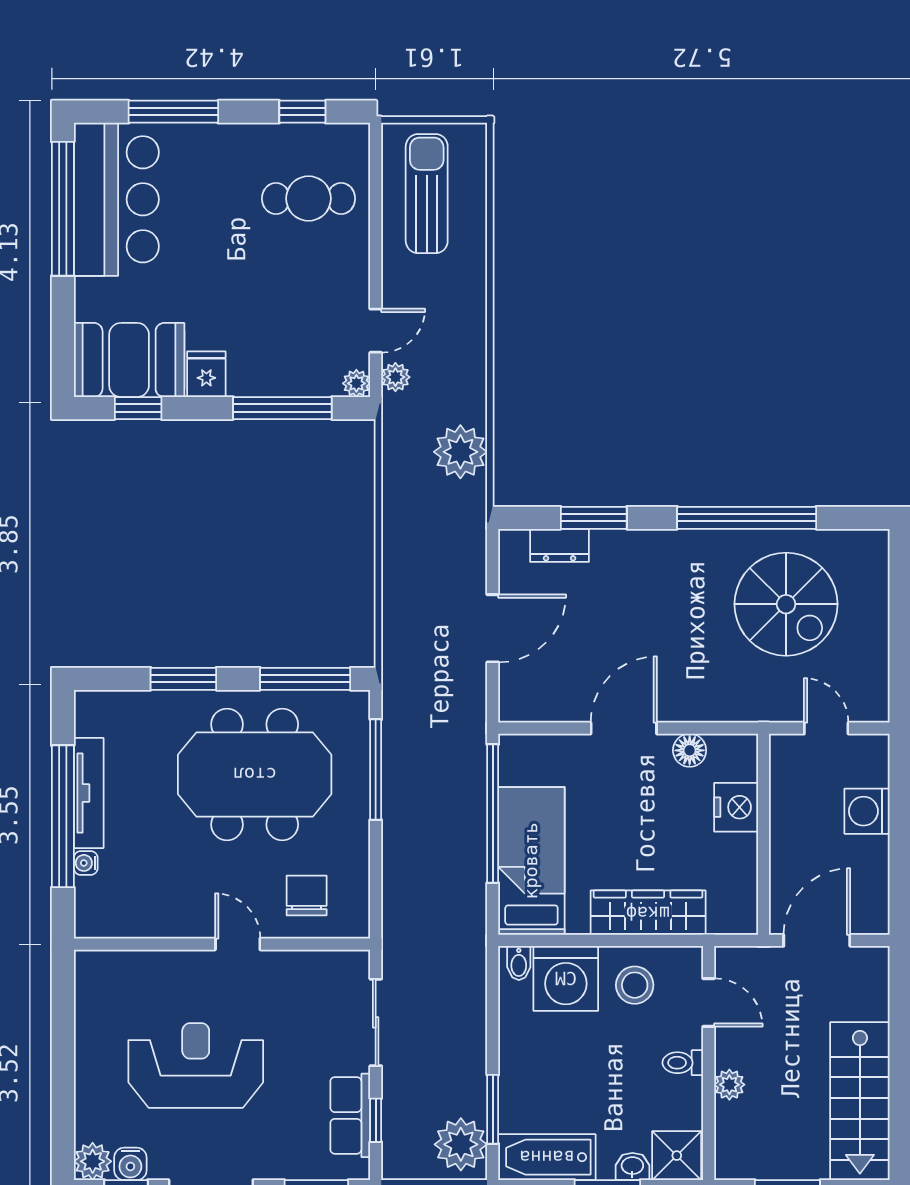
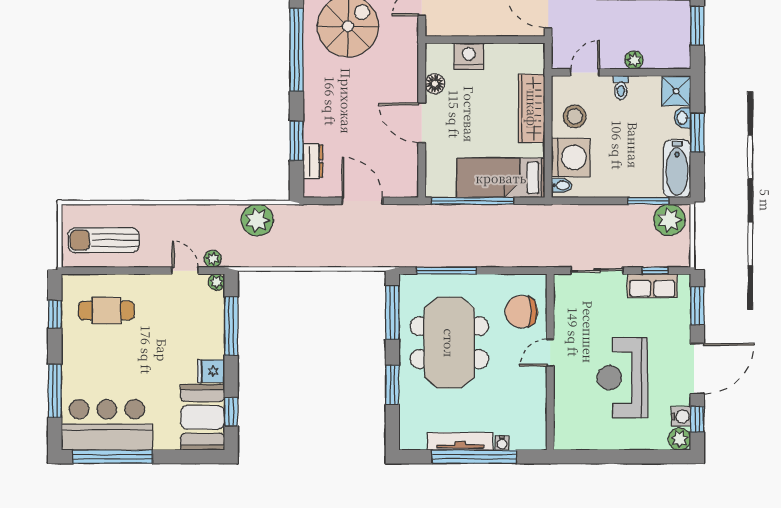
cafe table: (309, 199) -> (106, 311), turned 90
chair: (307, 896) -> (521, 312), width x1.37, depth x1.37

